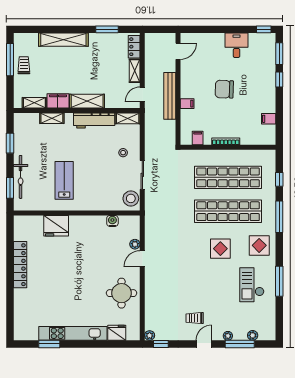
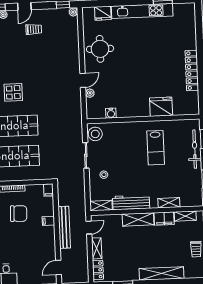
chair: (224, 89) -> (19, 214), moved
filing cabinet: (198, 138) -> (48, 190), moved

